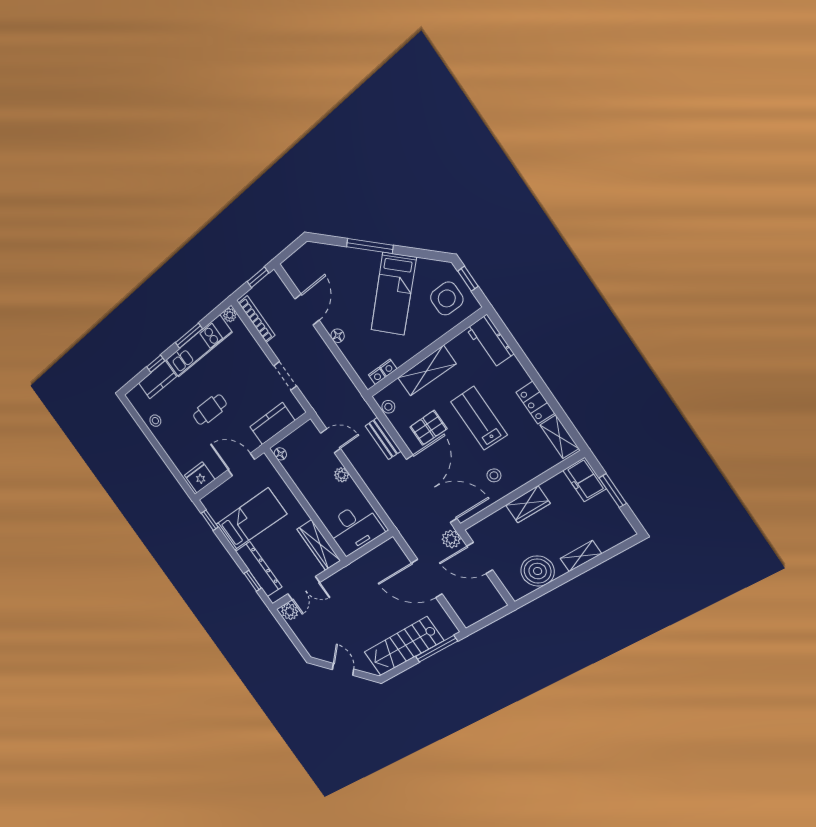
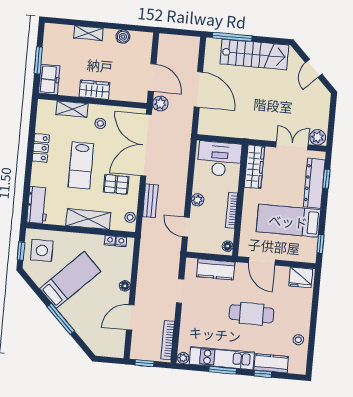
cafe table: (210, 410) -> (251, 314), width x1.37, depth x1.35
shelving: (559, 437) -> (72, 109), moved, turned 90
bookcase: (304, 490) -> (232, 210), added
boiler: (538, 571) -> (123, 37), width x0.54, depth x0.54

